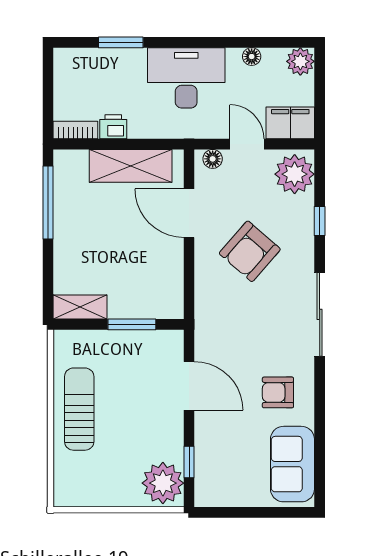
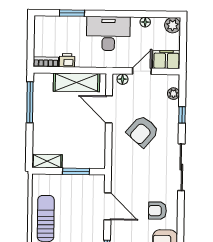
door: (247, 144) -> (142, 71), hinge flipped
plant: (295, 174) -> (173, 94), width x0.53, depth x0.53

